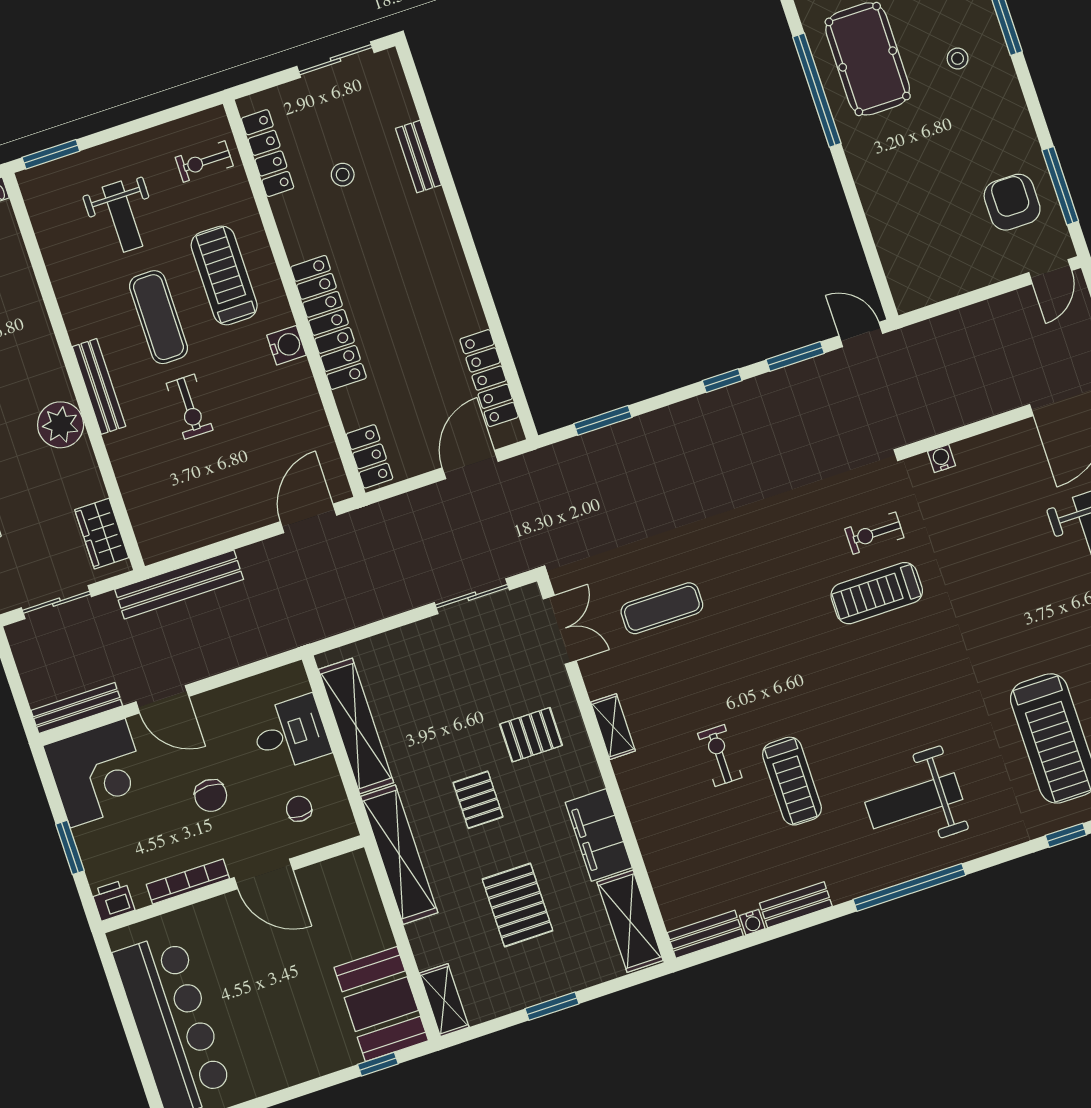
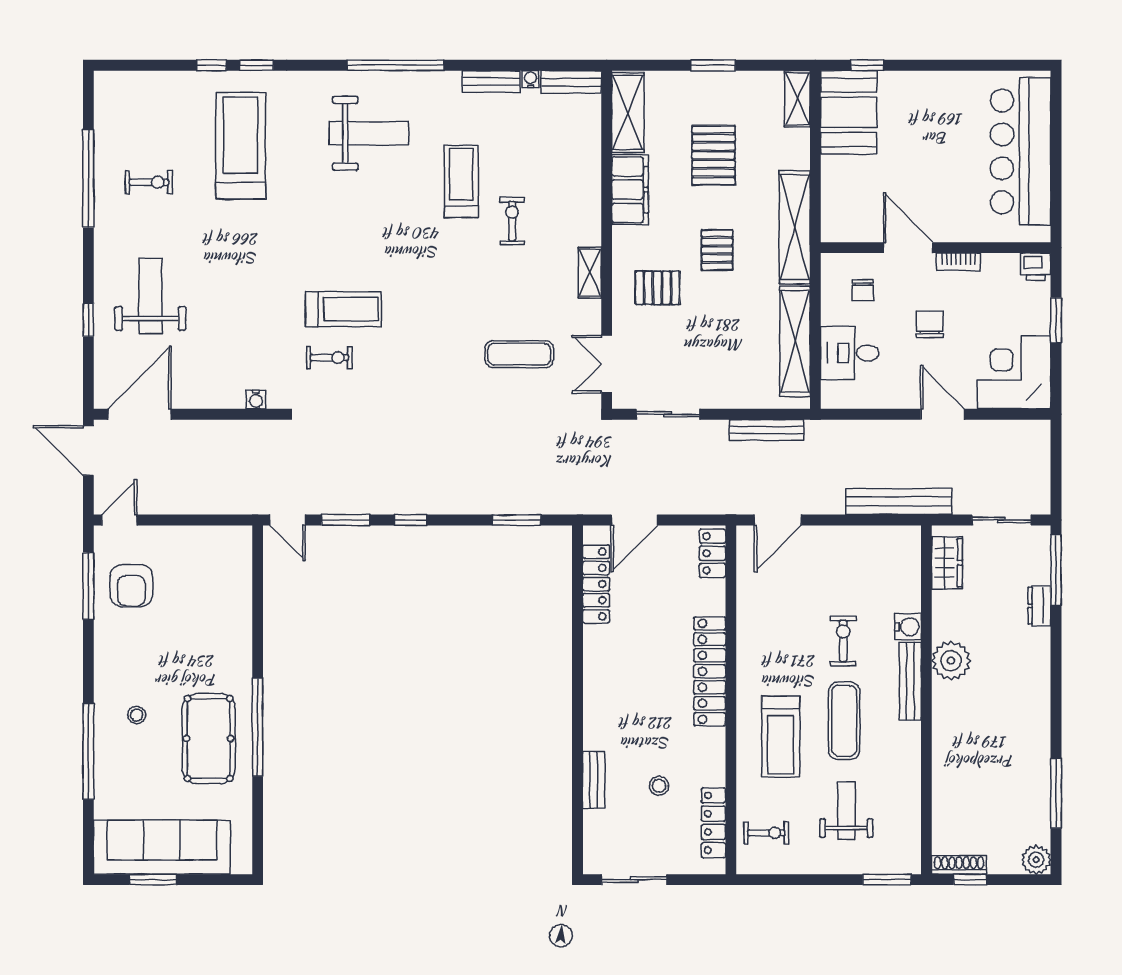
water cooler: (286, 345) -> (908, 627), moved, turned 180
bench: (77, 708) -> (767, 430), moved
exercise bike: (720, 756) -> (512, 221), turned 180
bookcase: (188, 882) -> (958, 262), width x0.64

